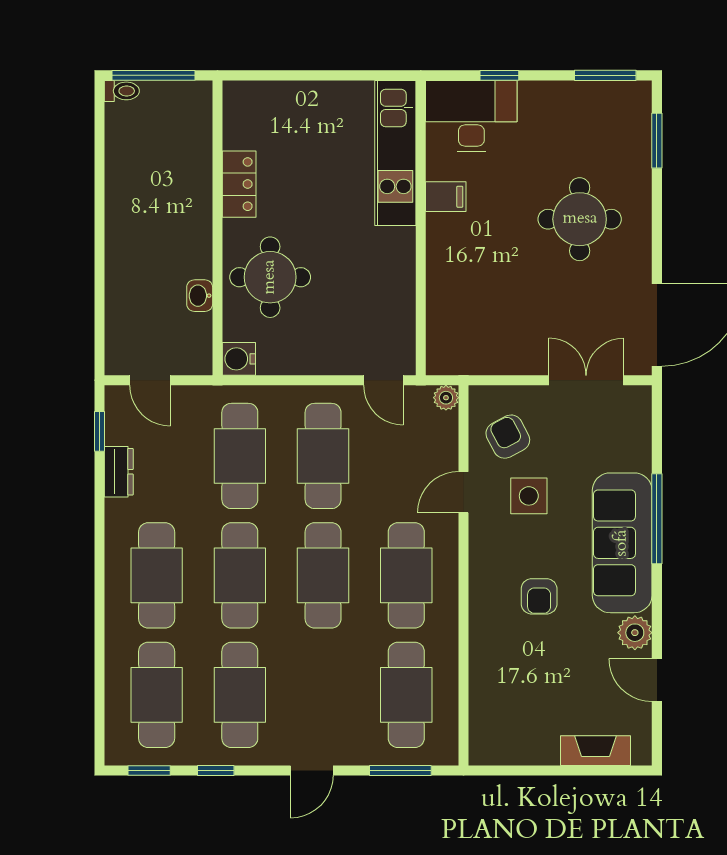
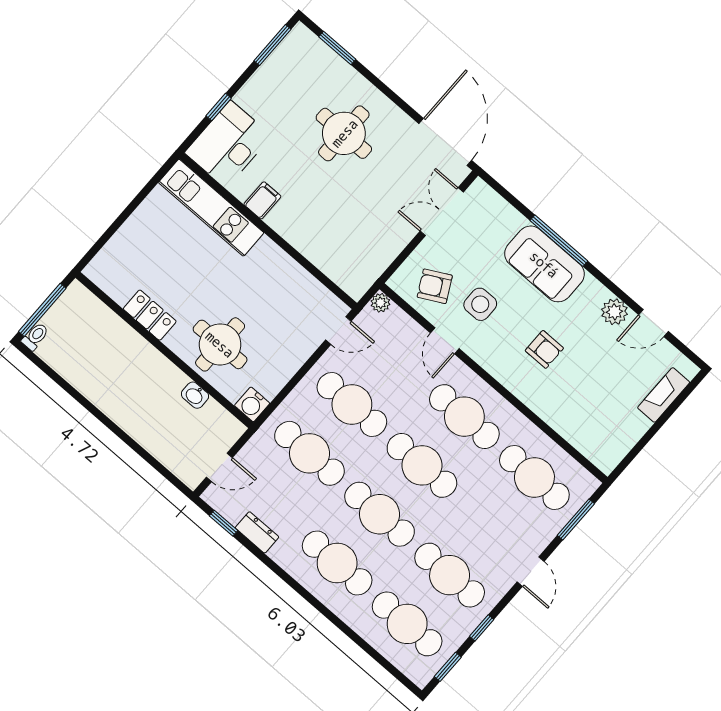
sofa: (622, 543) -> (544, 264), width x0.73

